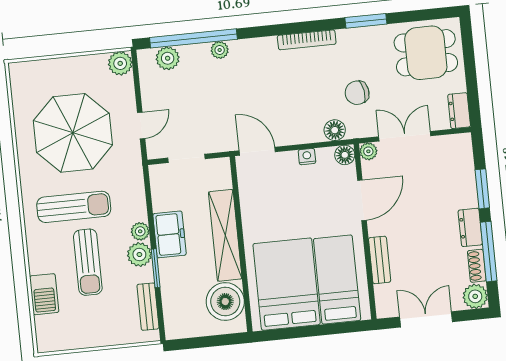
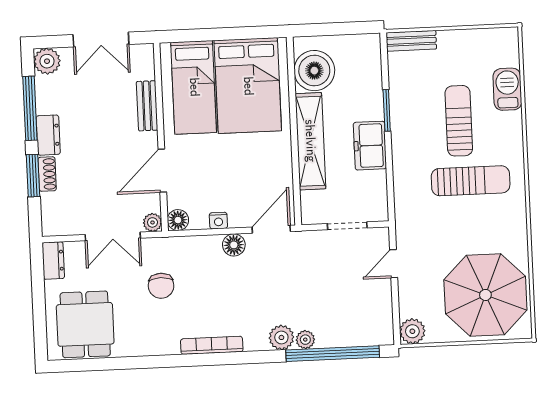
window: (366, 21) -> (147, 362), removed
dining table: (426, 53) -> (85, 324), turned 90
plant: (168, 58) -> (281, 337), moved
chair: (357, 93) -> (161, 286), turned 99
floor lamp: (335, 130) -> (234, 245), moved
parasol: (73, 133) -> (485, 295), moved
door: (257, 151) -> (271, 229), swing flipped
sun lounger: (74, 207) -> (471, 181), turned 180
plant: (140, 231) -> (401, 151), removed
plant: (139, 255) -> (403, 126), removed
shoe rack: (477, 266) -> (47, 174), moved
bench: (148, 307) -> (411, 41), moved, turned 90

